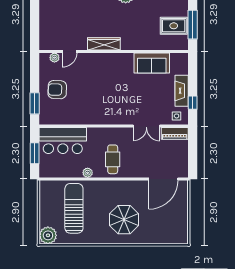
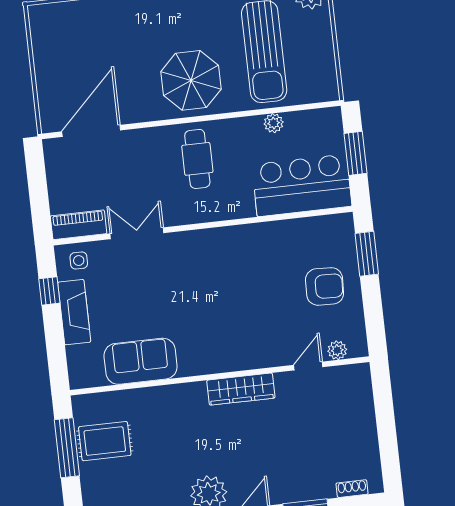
plant: (88, 173) -> (274, 123), moved
parasol: (124, 220) -> (191, 80), moved

